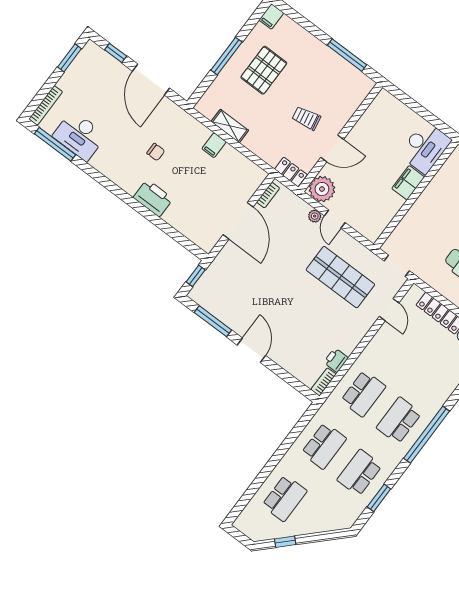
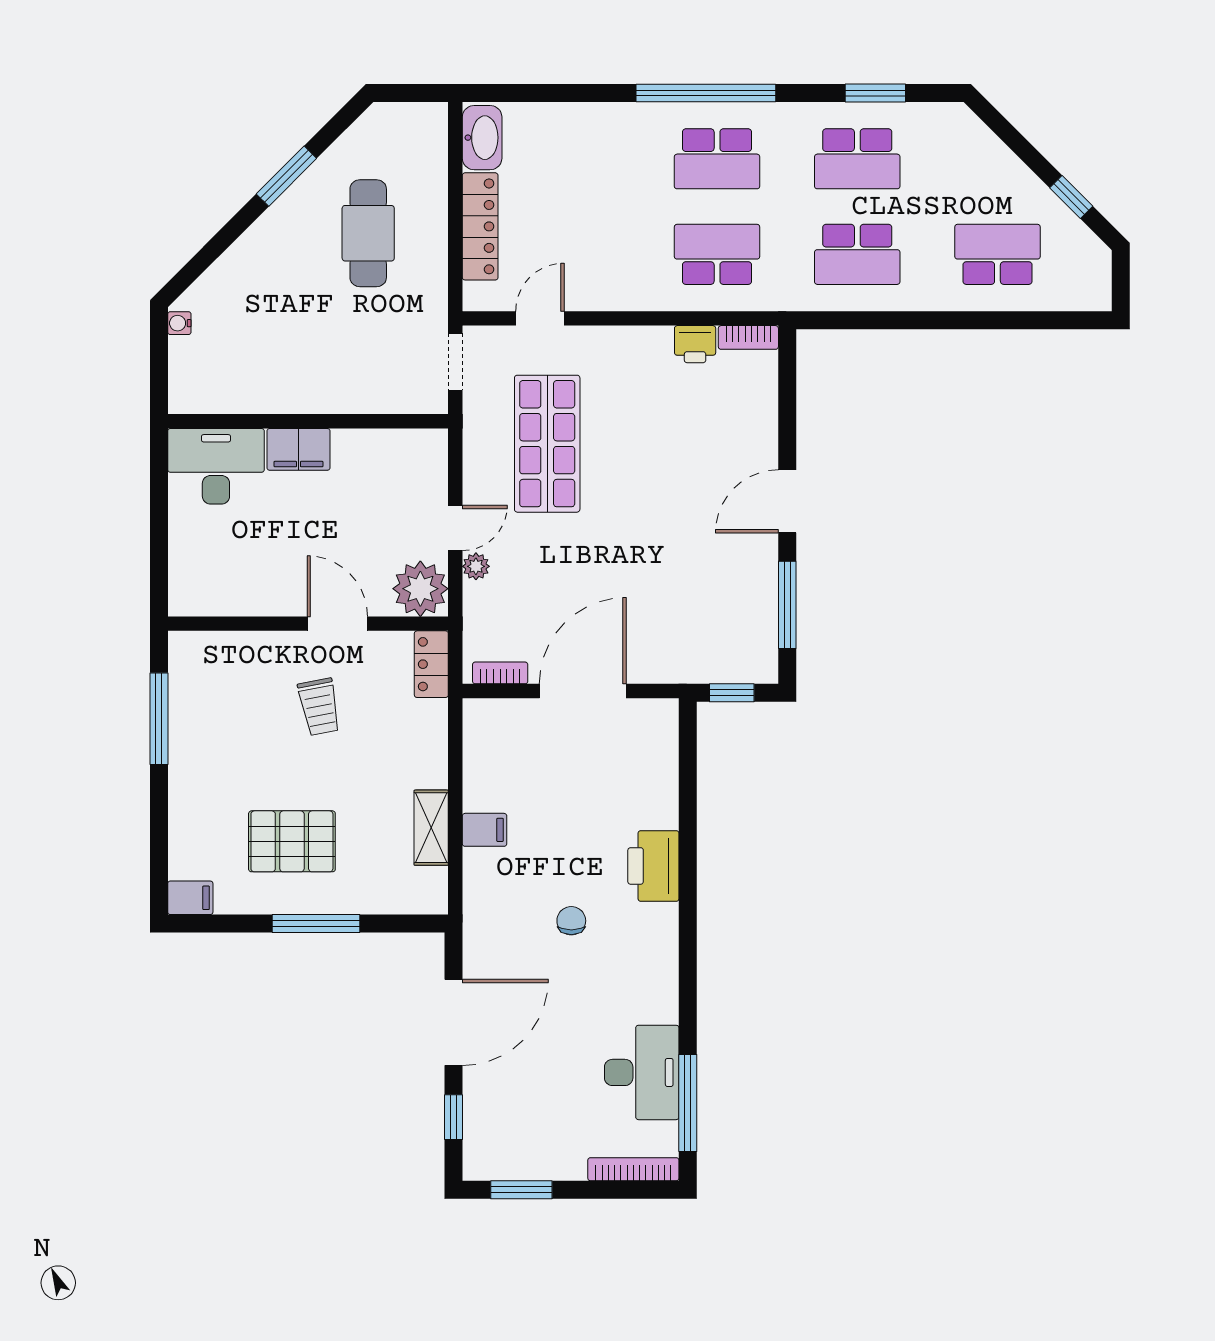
school desk: (324, 446) -> (857, 254), turned 180

